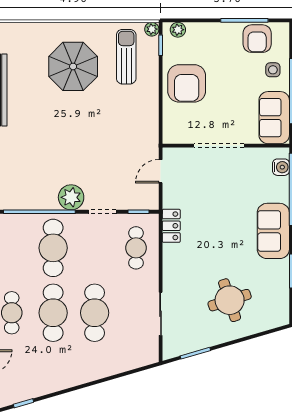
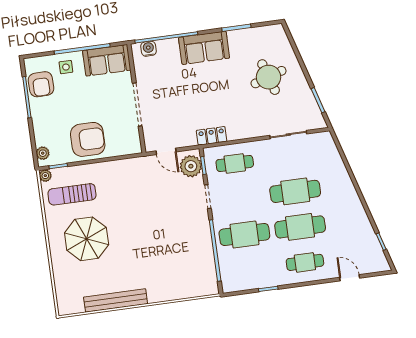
armchair: (257, 39) -> (41, 84), turned 89
plant: (71, 197) -> (191, 166), moved

